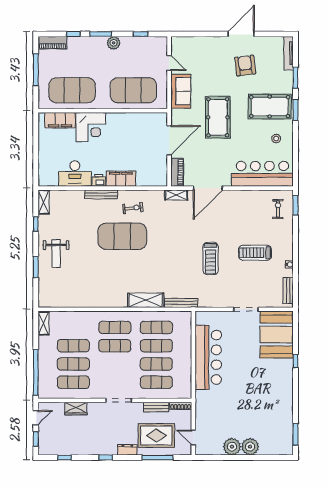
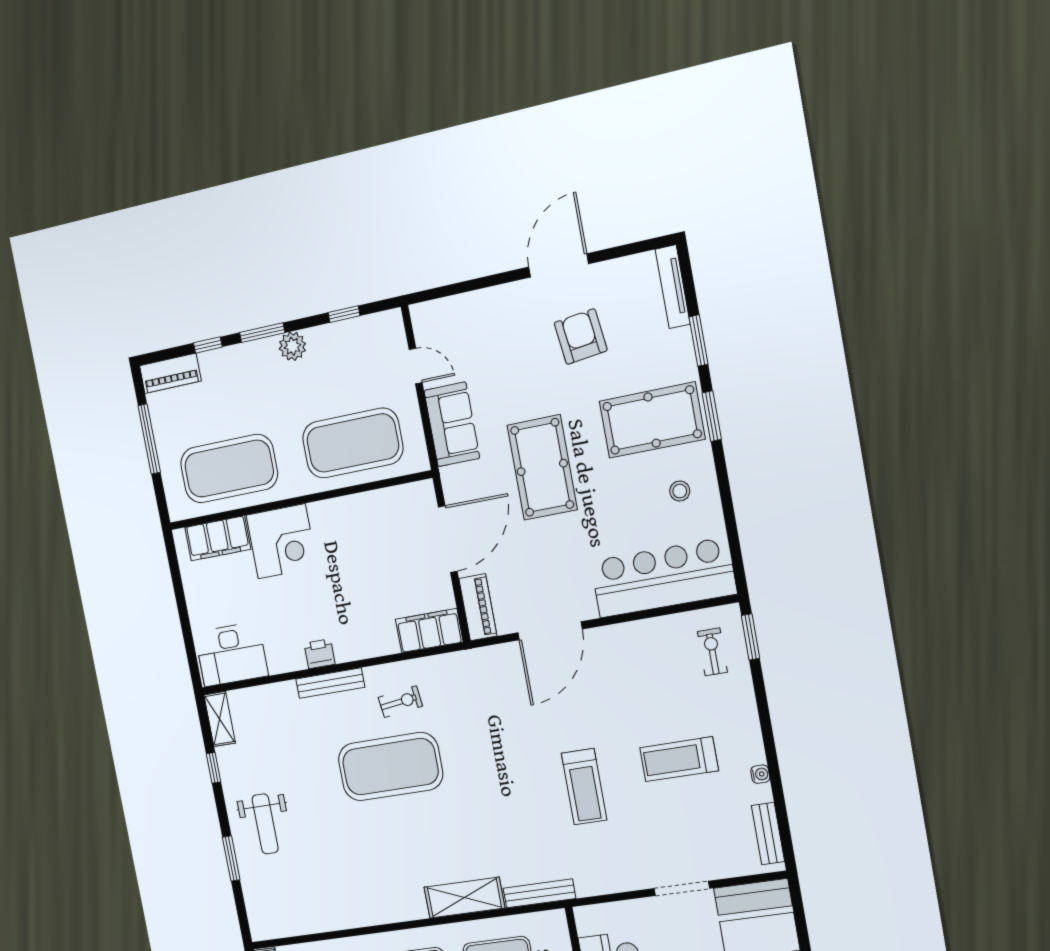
desk: (75, 174) -> (231, 654), moved
filing cabinet: (121, 179) -> (429, 631), moved
shelving: (176, 195) -> (485, 658), removed

